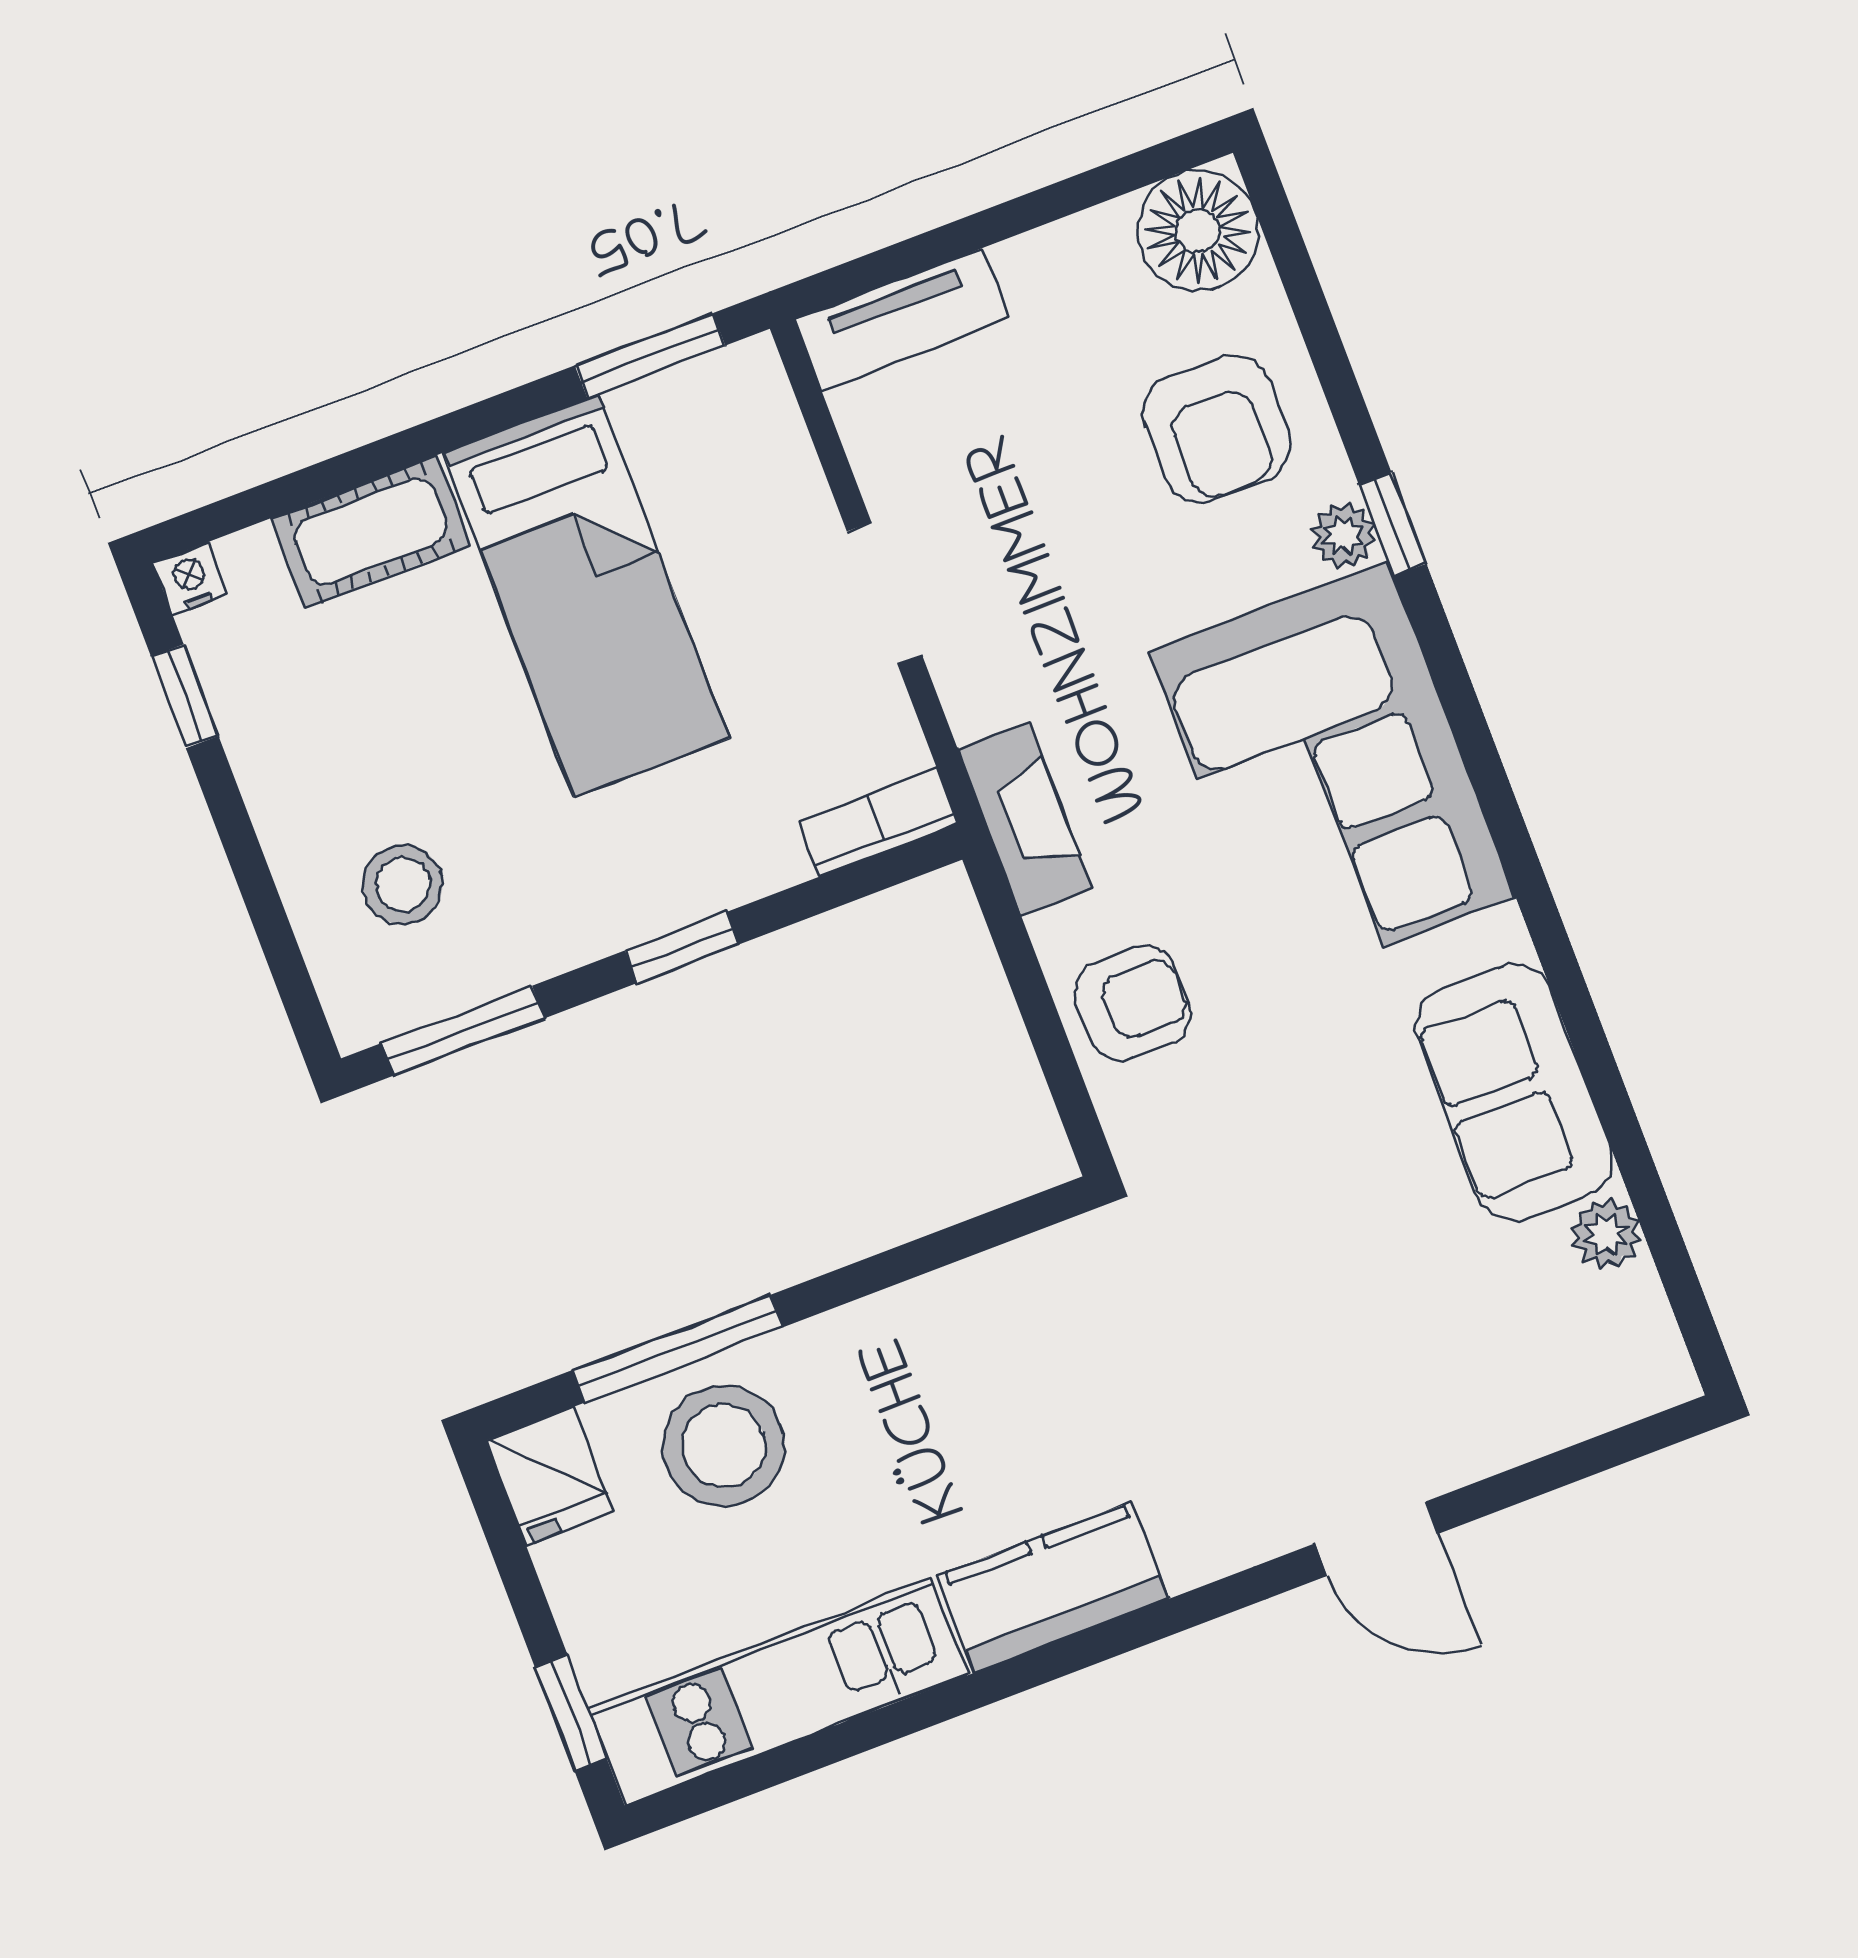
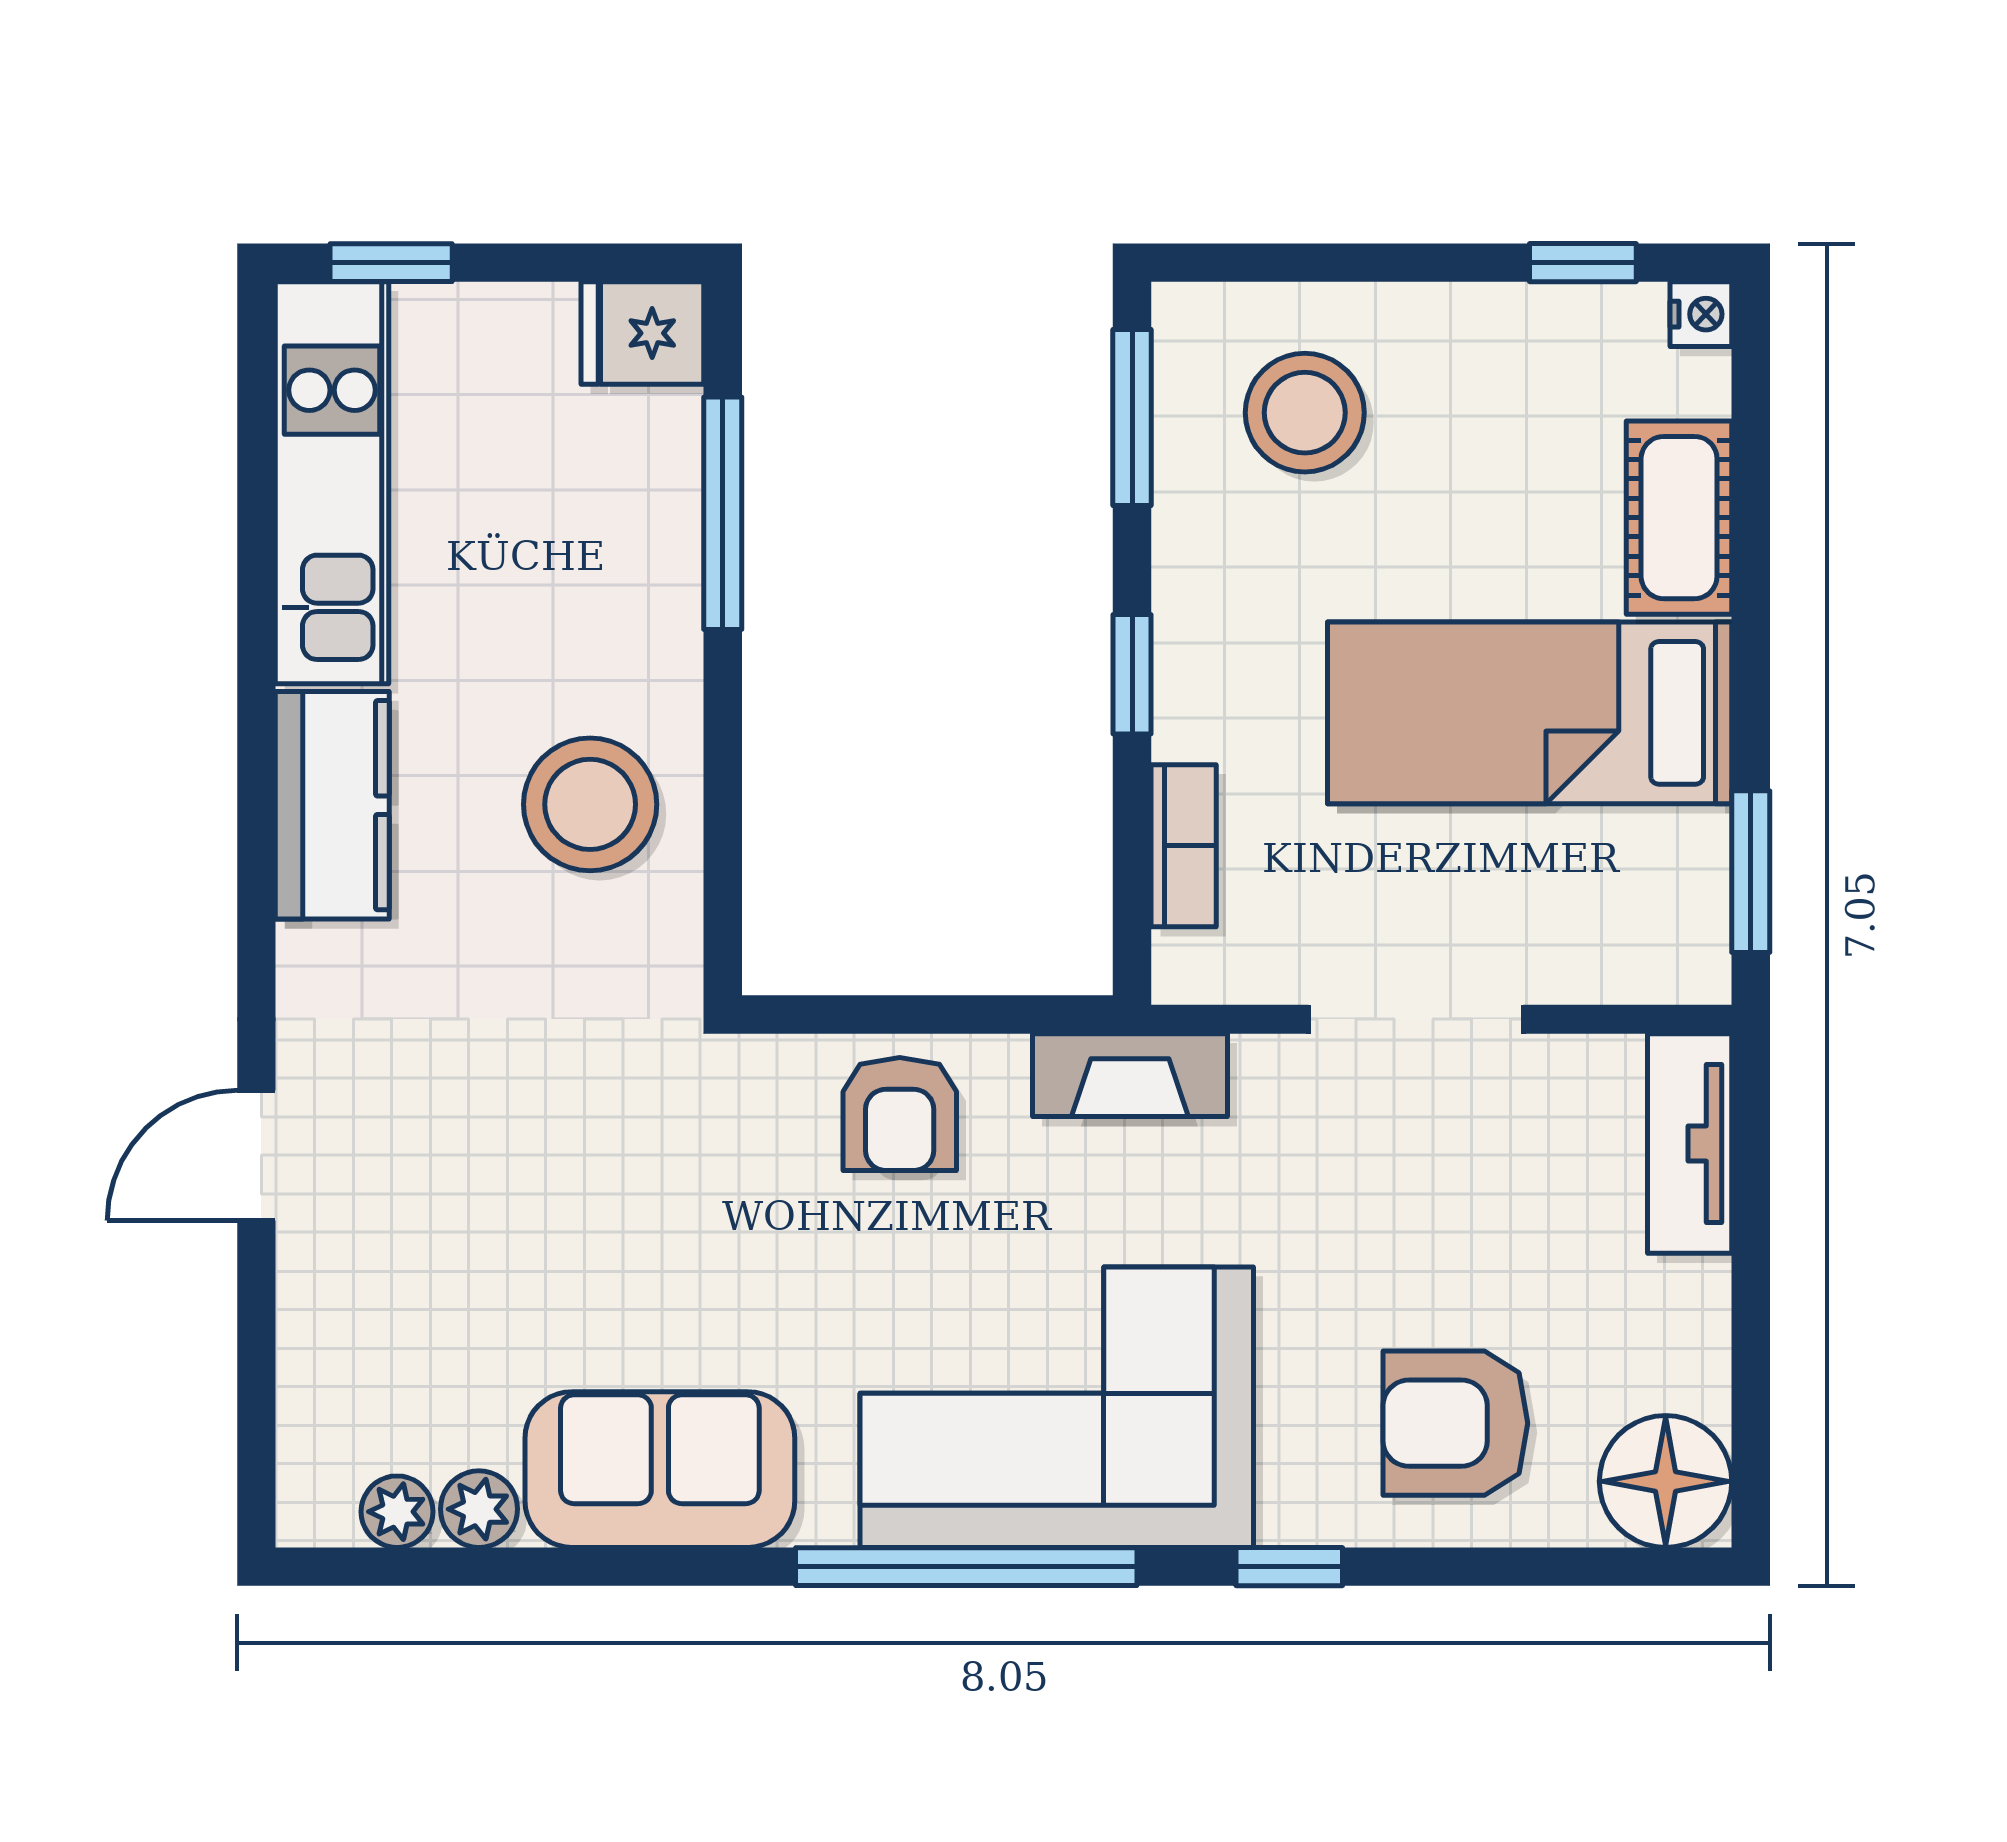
plant: (1343, 535) -> (397, 1512), moved
doorway: (884, 593) -> (1416, 1019), width x1.38
window: (1497, 800) -> (966, 1567), added
bookcase: (878, 823) -> (1184, 846), moved
stool: (403, 885) -> (1305, 413), width x1.38, depth x1.38
stool: (724, 1446) -> (590, 804), moved

